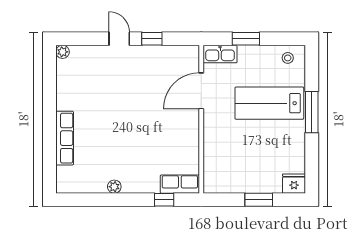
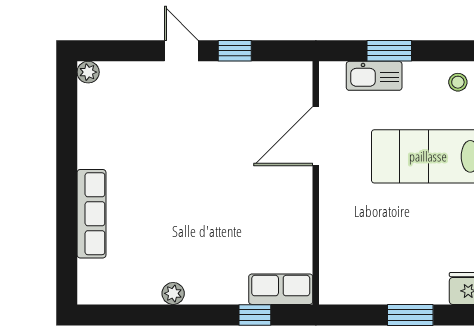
kitchen sink: (220, 54) -> (374, 76), moved

